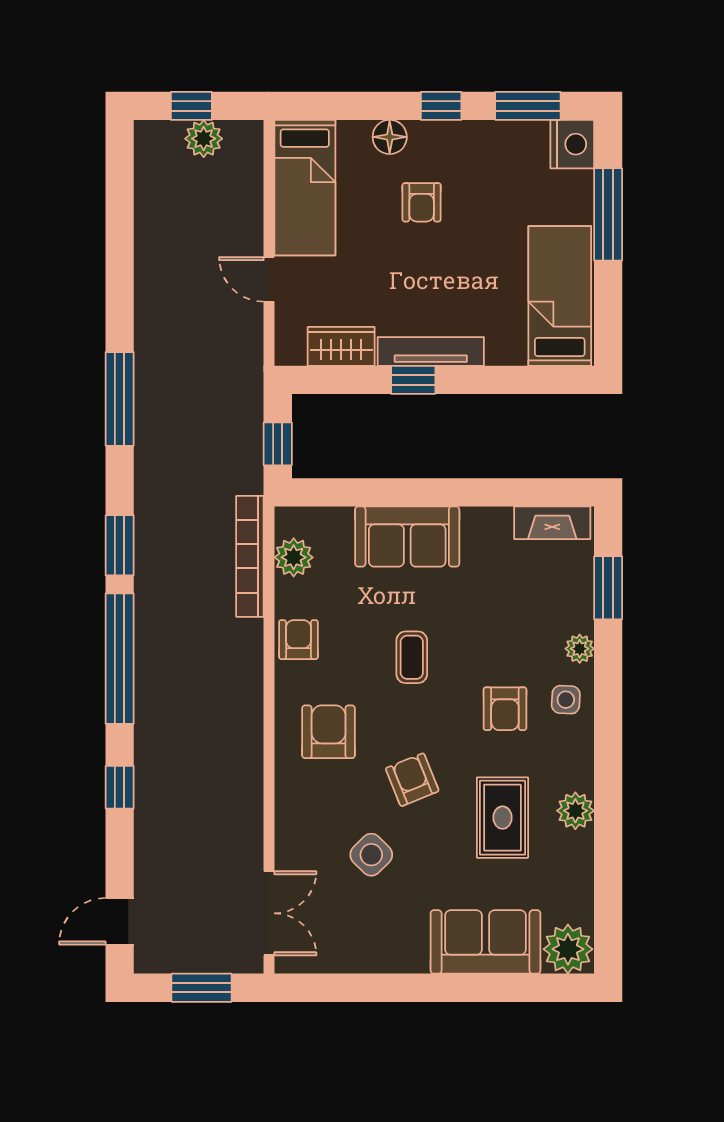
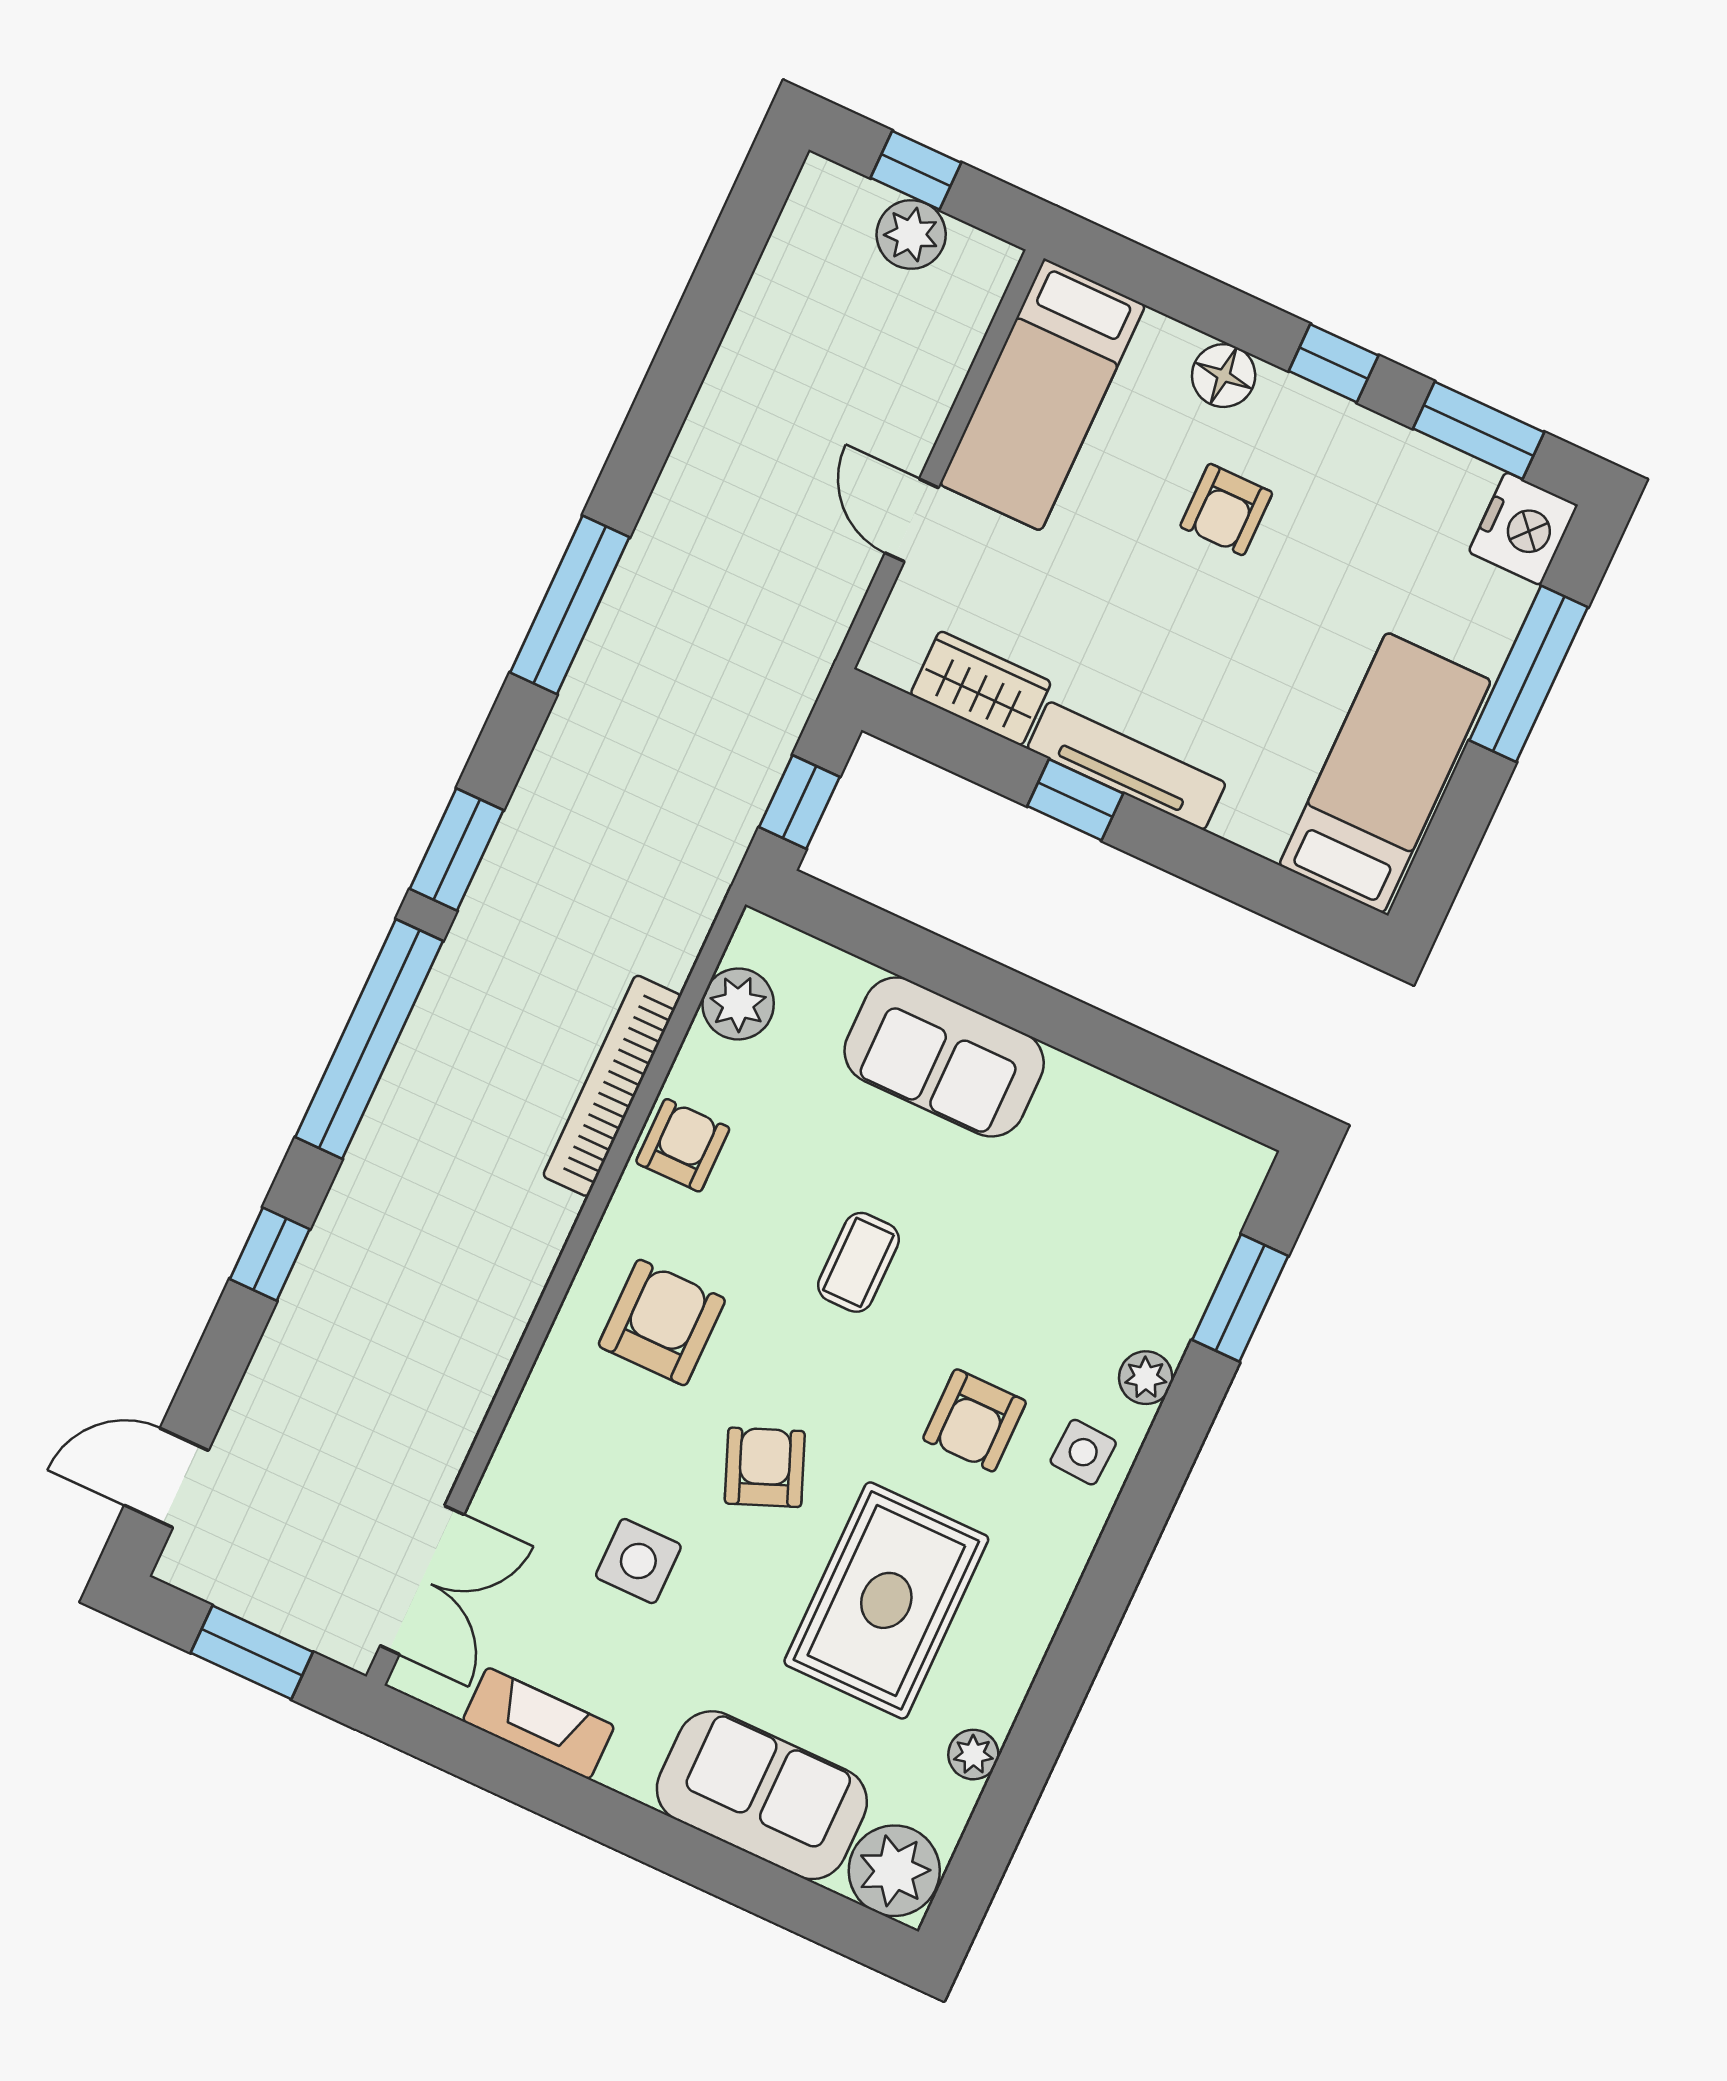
fireplace: (552, 523) -> (538, 1723), moved, turned 180
bookcase: (250, 556) -> (612, 1086), moved
plant: (575, 811) -> (973, 1755), moved, width x0.73, depth x0.73
rug: (503, 818) -> (886, 1600), width x1.36, depth x1.43
side table: (371, 855) -> (638, 1561), turned 45

